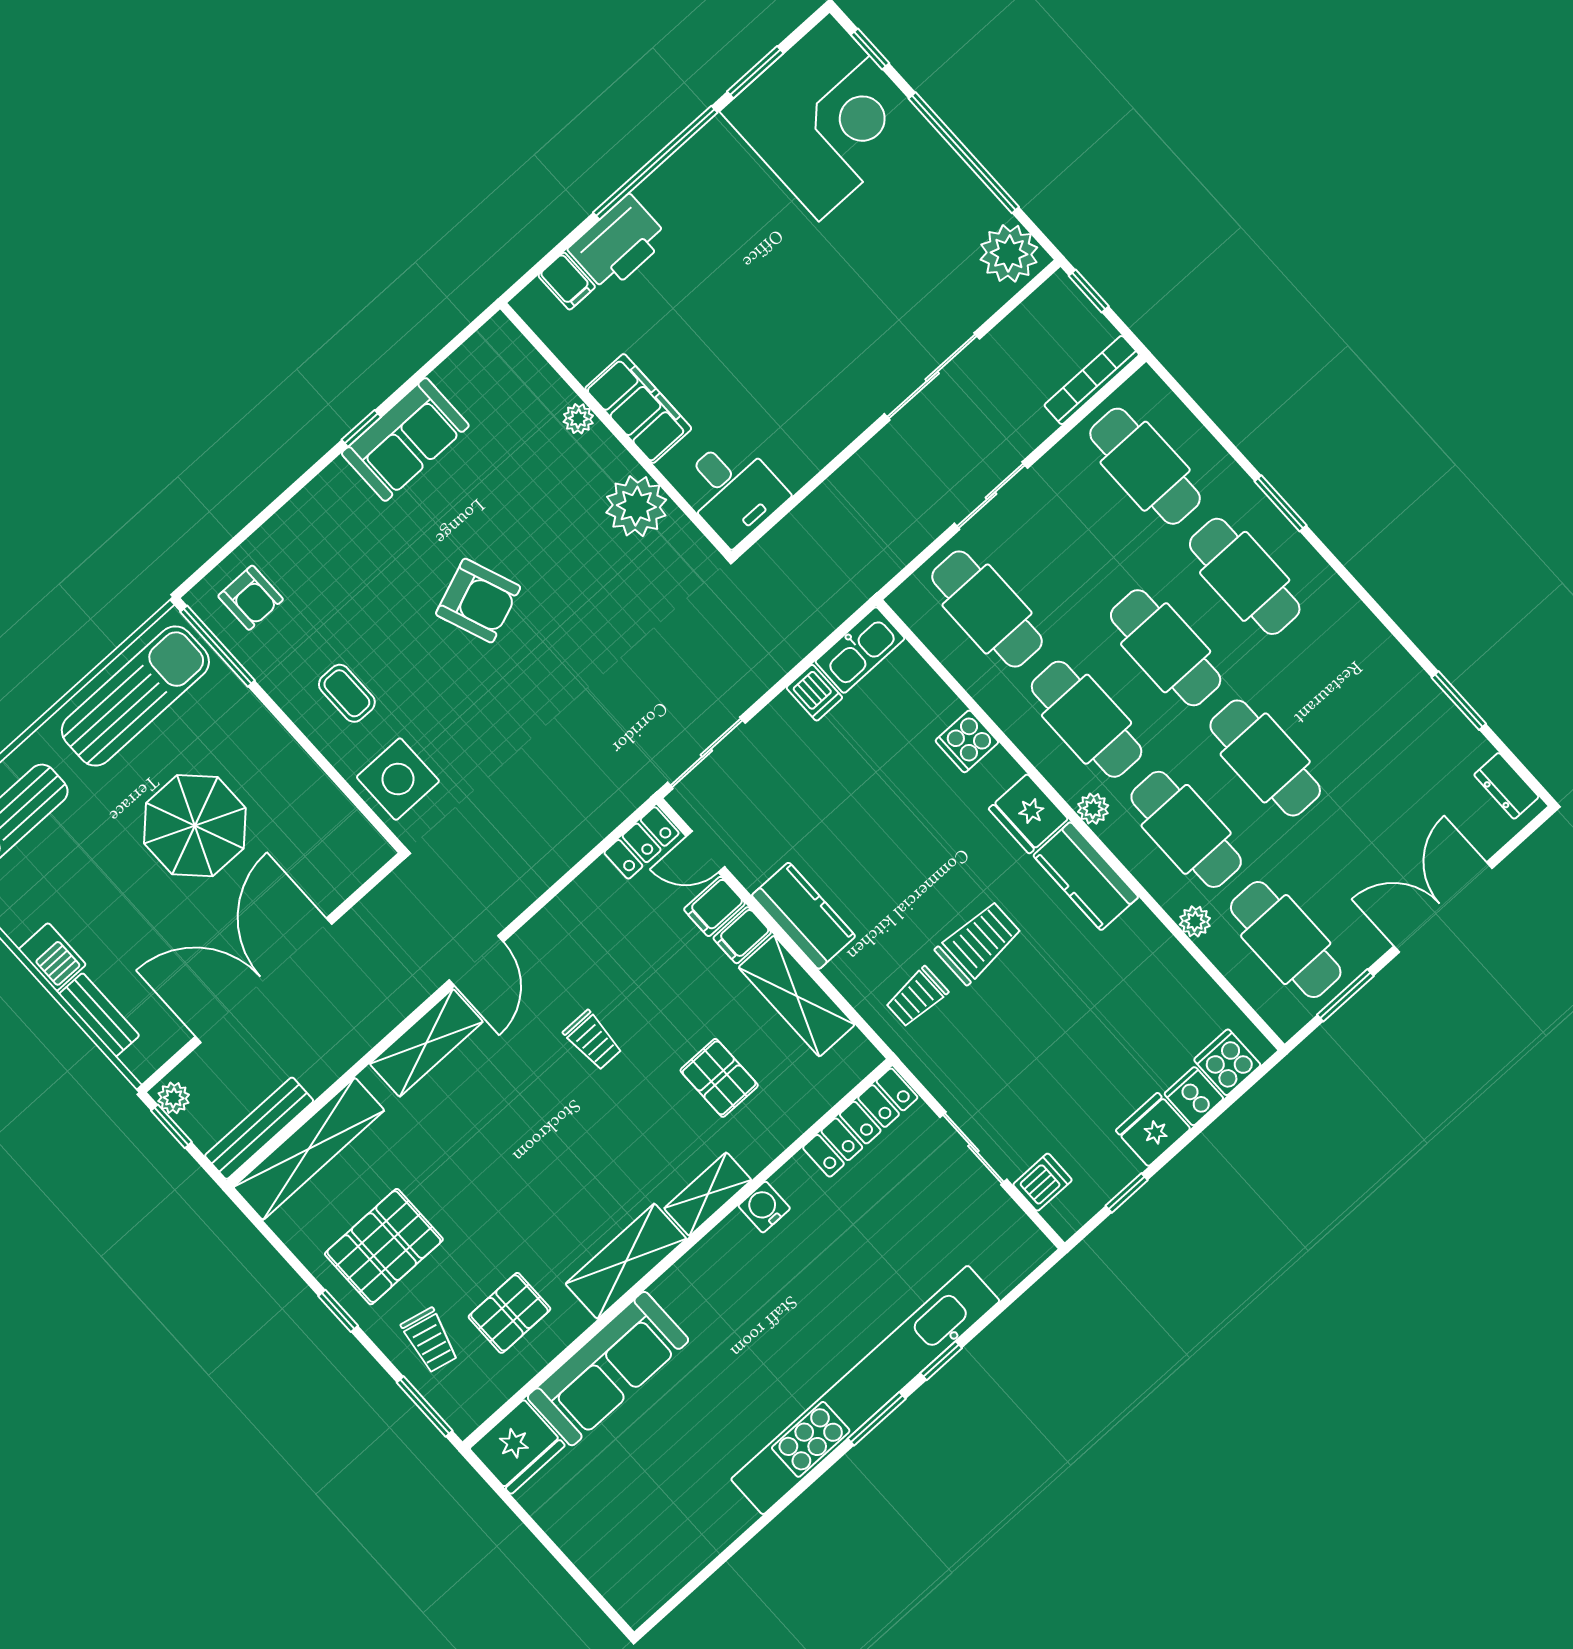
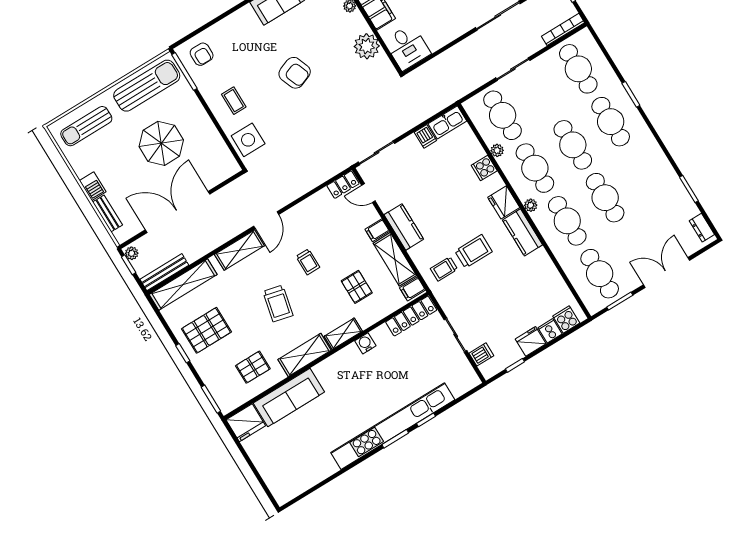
filing cabinet: (714, 906) -> (412, 289), moved
plant: (1195, 921) -> (497, 150), moved
trolley: (430, 1340) -> (278, 303), moved, width x1.36, depth x1.39

